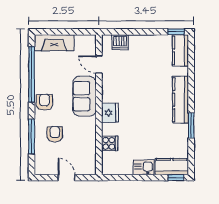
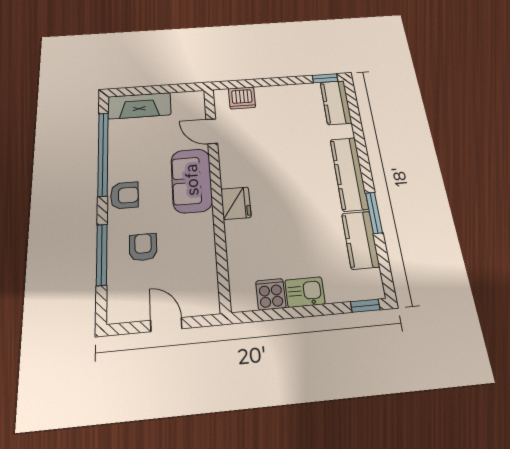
armchair: (44, 102) -> (124, 195), turned 90
cooker: (110, 143) -> (271, 294), moved, turned -90
kitchen counter: (172, 167) -> (360, 240), moved, turned -90

